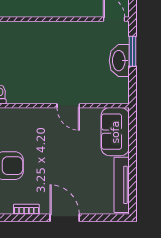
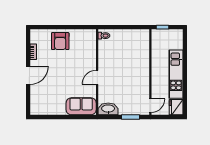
washbasin: (119, 61) -> (108, 109), moved
tv unit: (122, 185) -> (48, 110), removed

